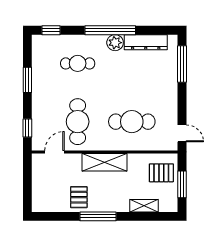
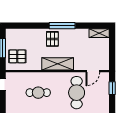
cafe table: (132, 122) -> (38, 93), width x0.73, depth x0.74
pallet: (79, 197) -> (52, 39), moved
shelving: (144, 206) -> (99, 33), moved

